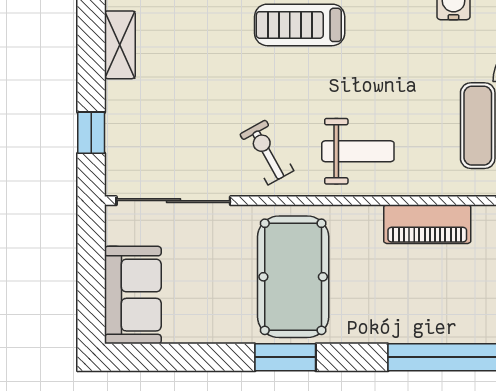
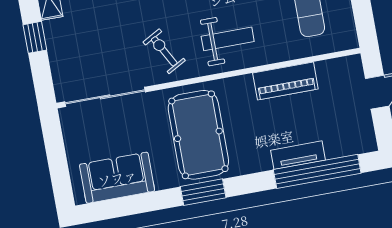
window: (91, 133) -> (35, 37), moved
sofa: (133, 295) -> (117, 178), moved, turned -90
tv unit: (426, 330) -> (298, 155), added

